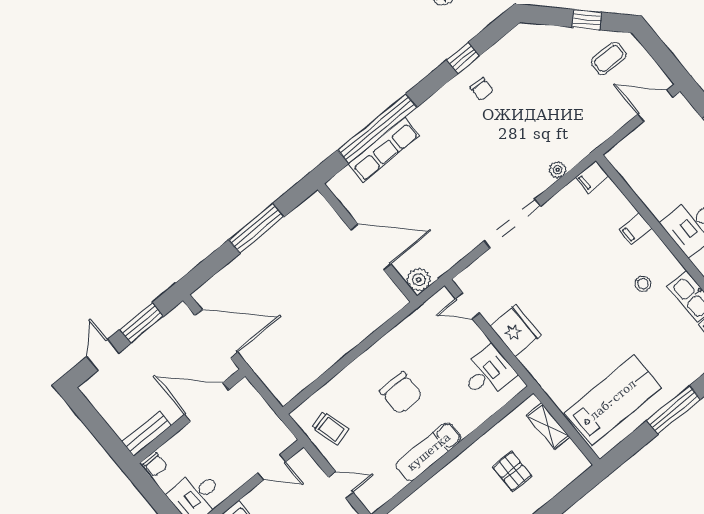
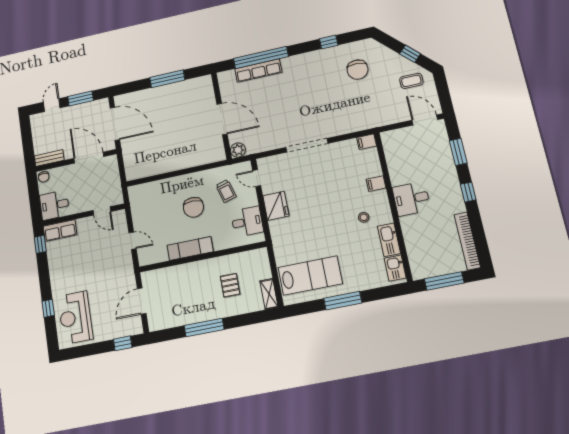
chair: (482, 89) -> (358, 70), moved, width x1.87, depth x1.87
plant: (558, 170) -> (349, 128), removed
shelving: (548, 426) -> (269, 294), moved
trolley: (330, 428) -> (226, 191), moved

